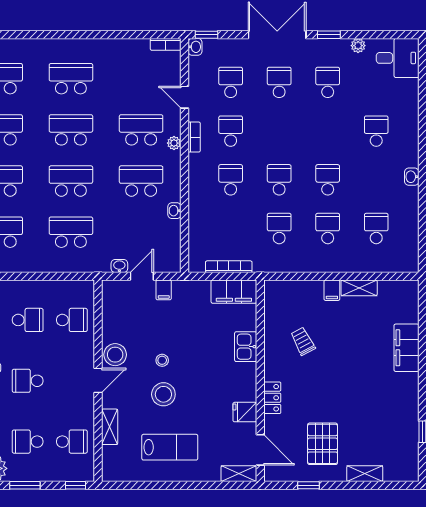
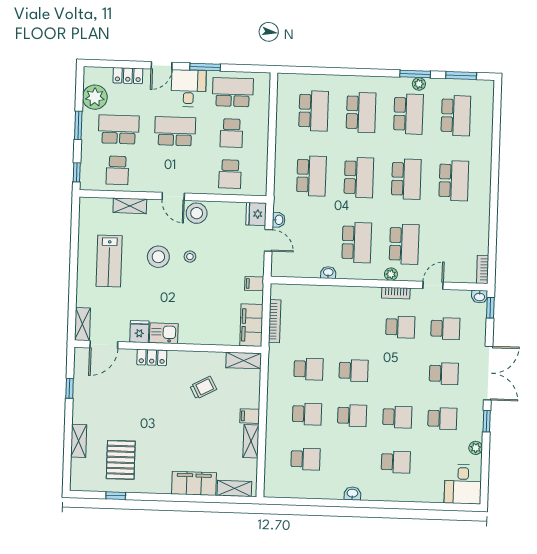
school desk: (231, 180) -> (397, 417), moved
fridge: (114, 290) -> (256, 214), added
filing cabinet: (164, 290) -> (254, 284), moved
shelving: (272, 299) -> (244, 361), added
shelving: (410, 304) -> (234, 488), added
kitchen sink: (246, 347) -> (164, 333), moved
school desk: (28, 381) -> (175, 131), width x1.85
school desk: (28, 442) -> (119, 129), width x1.85
pallet: (323, 444) -> (121, 460), moved, turned 90

